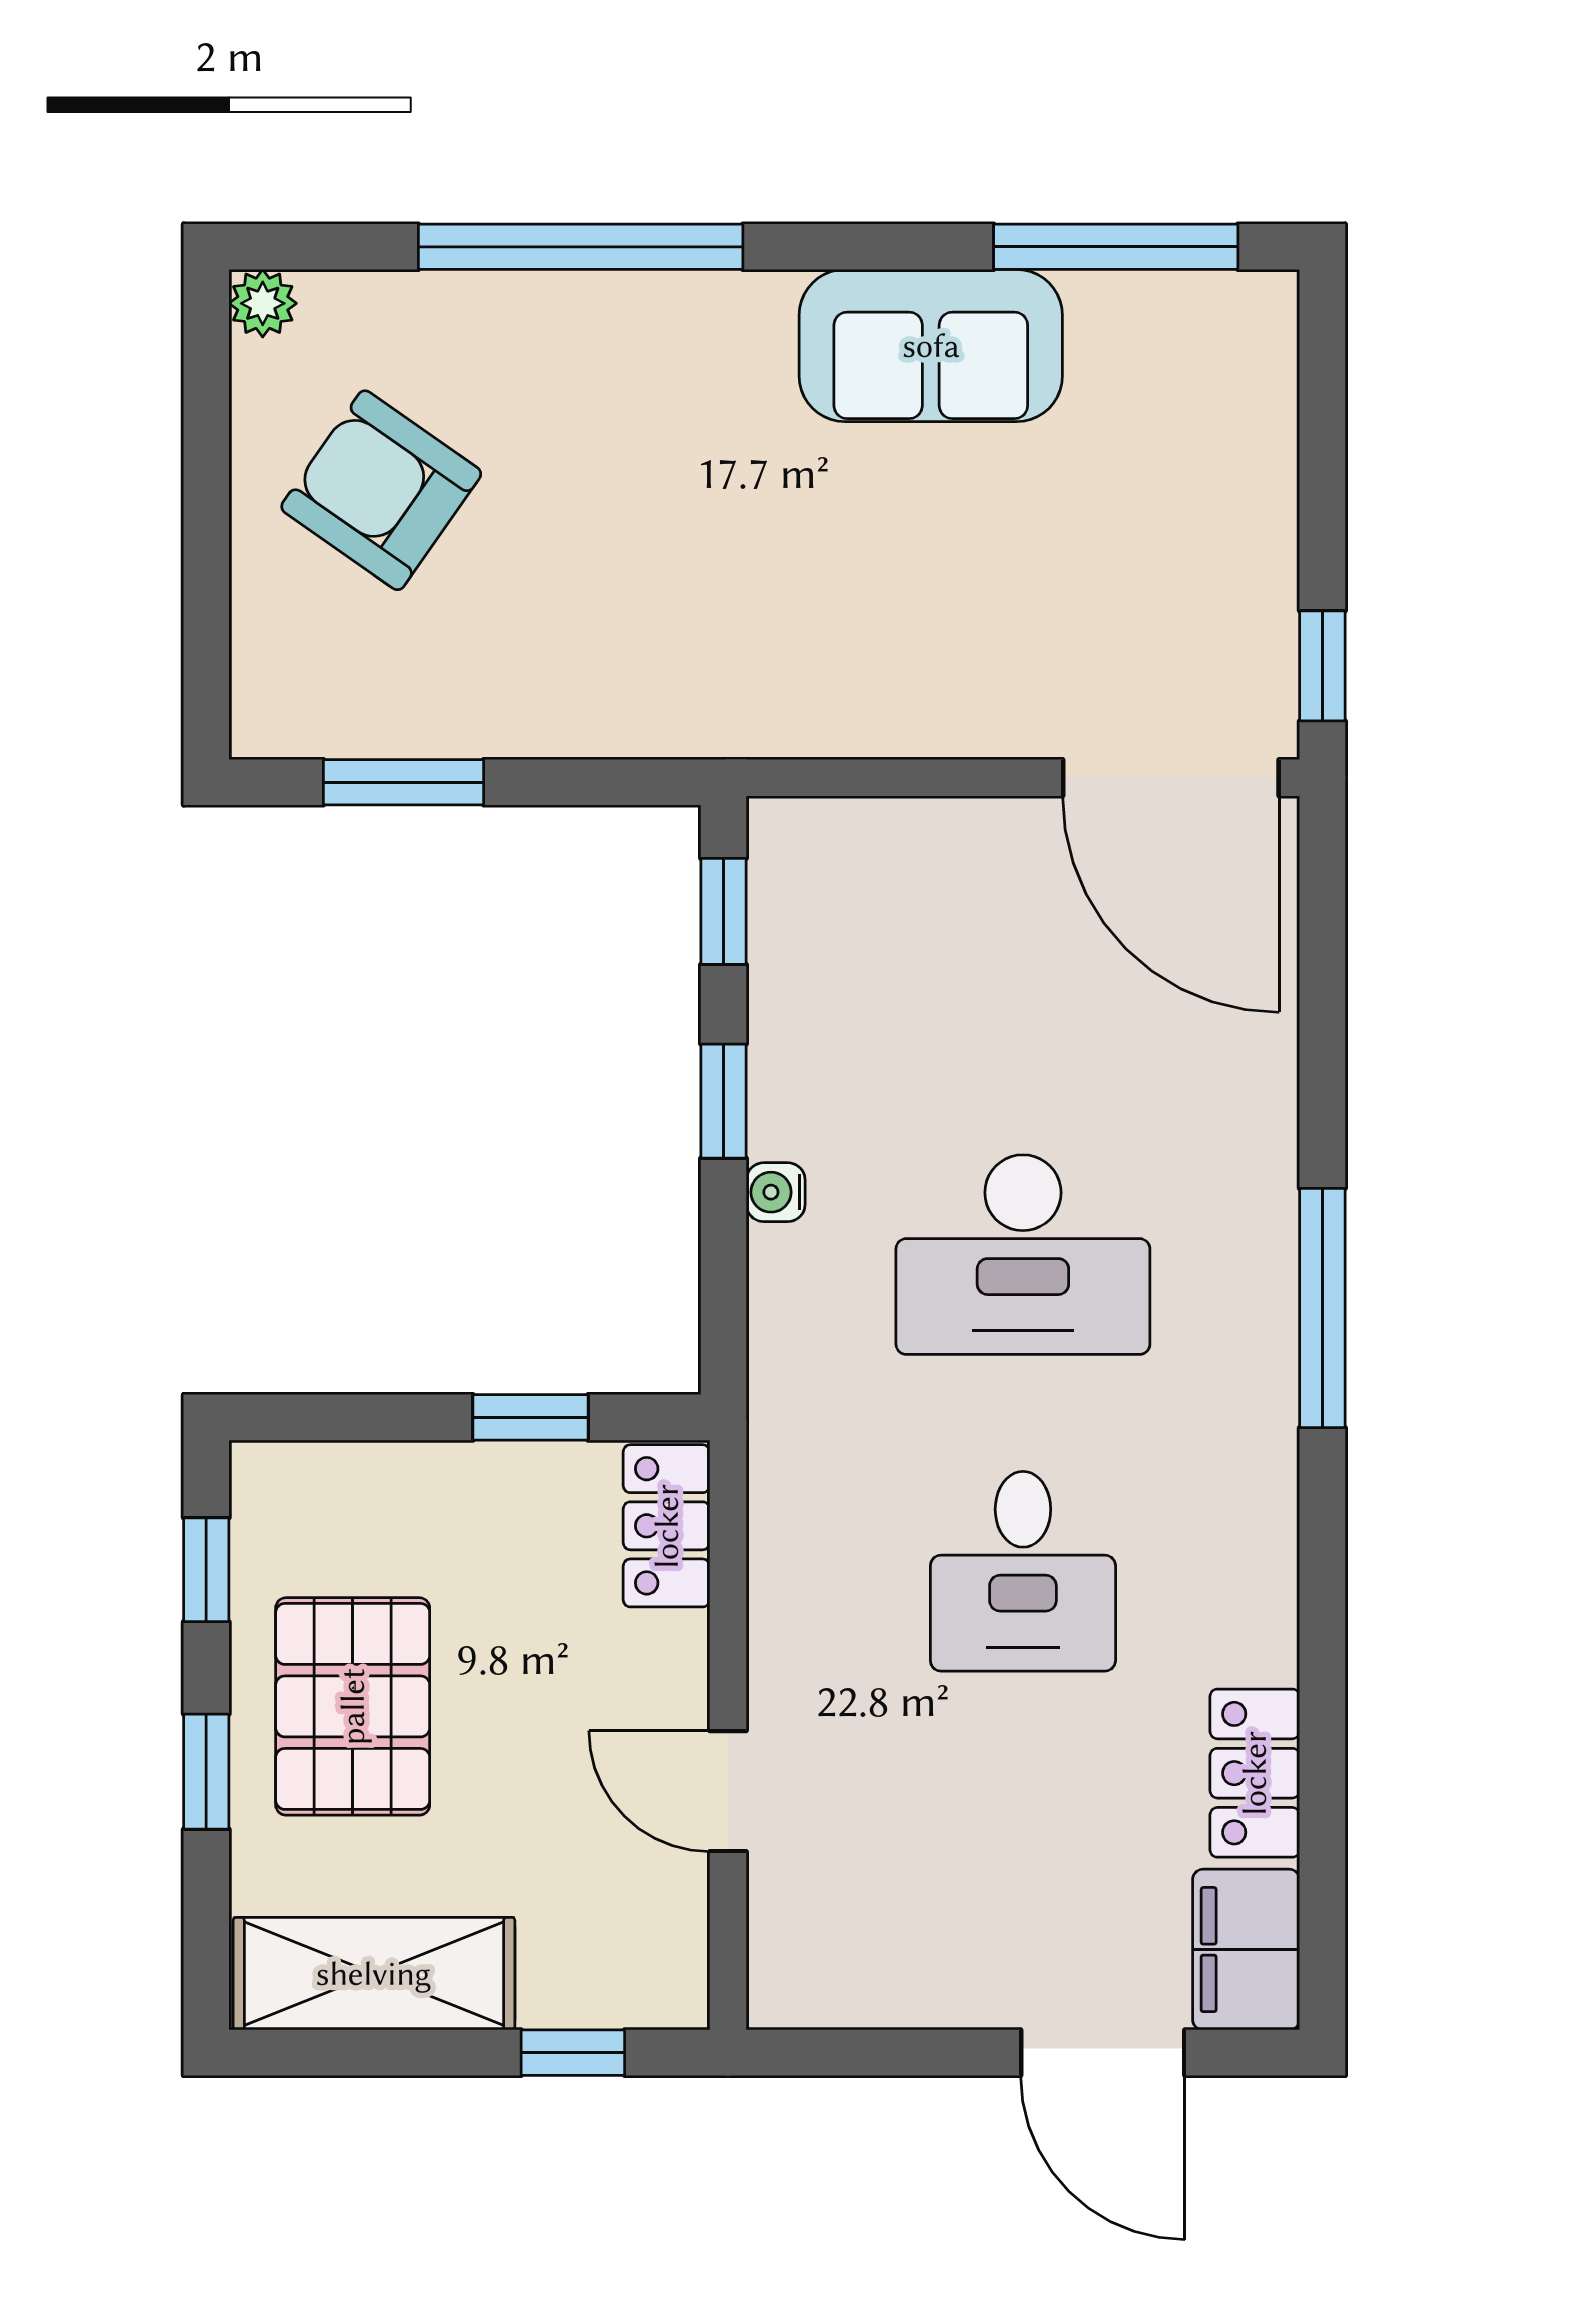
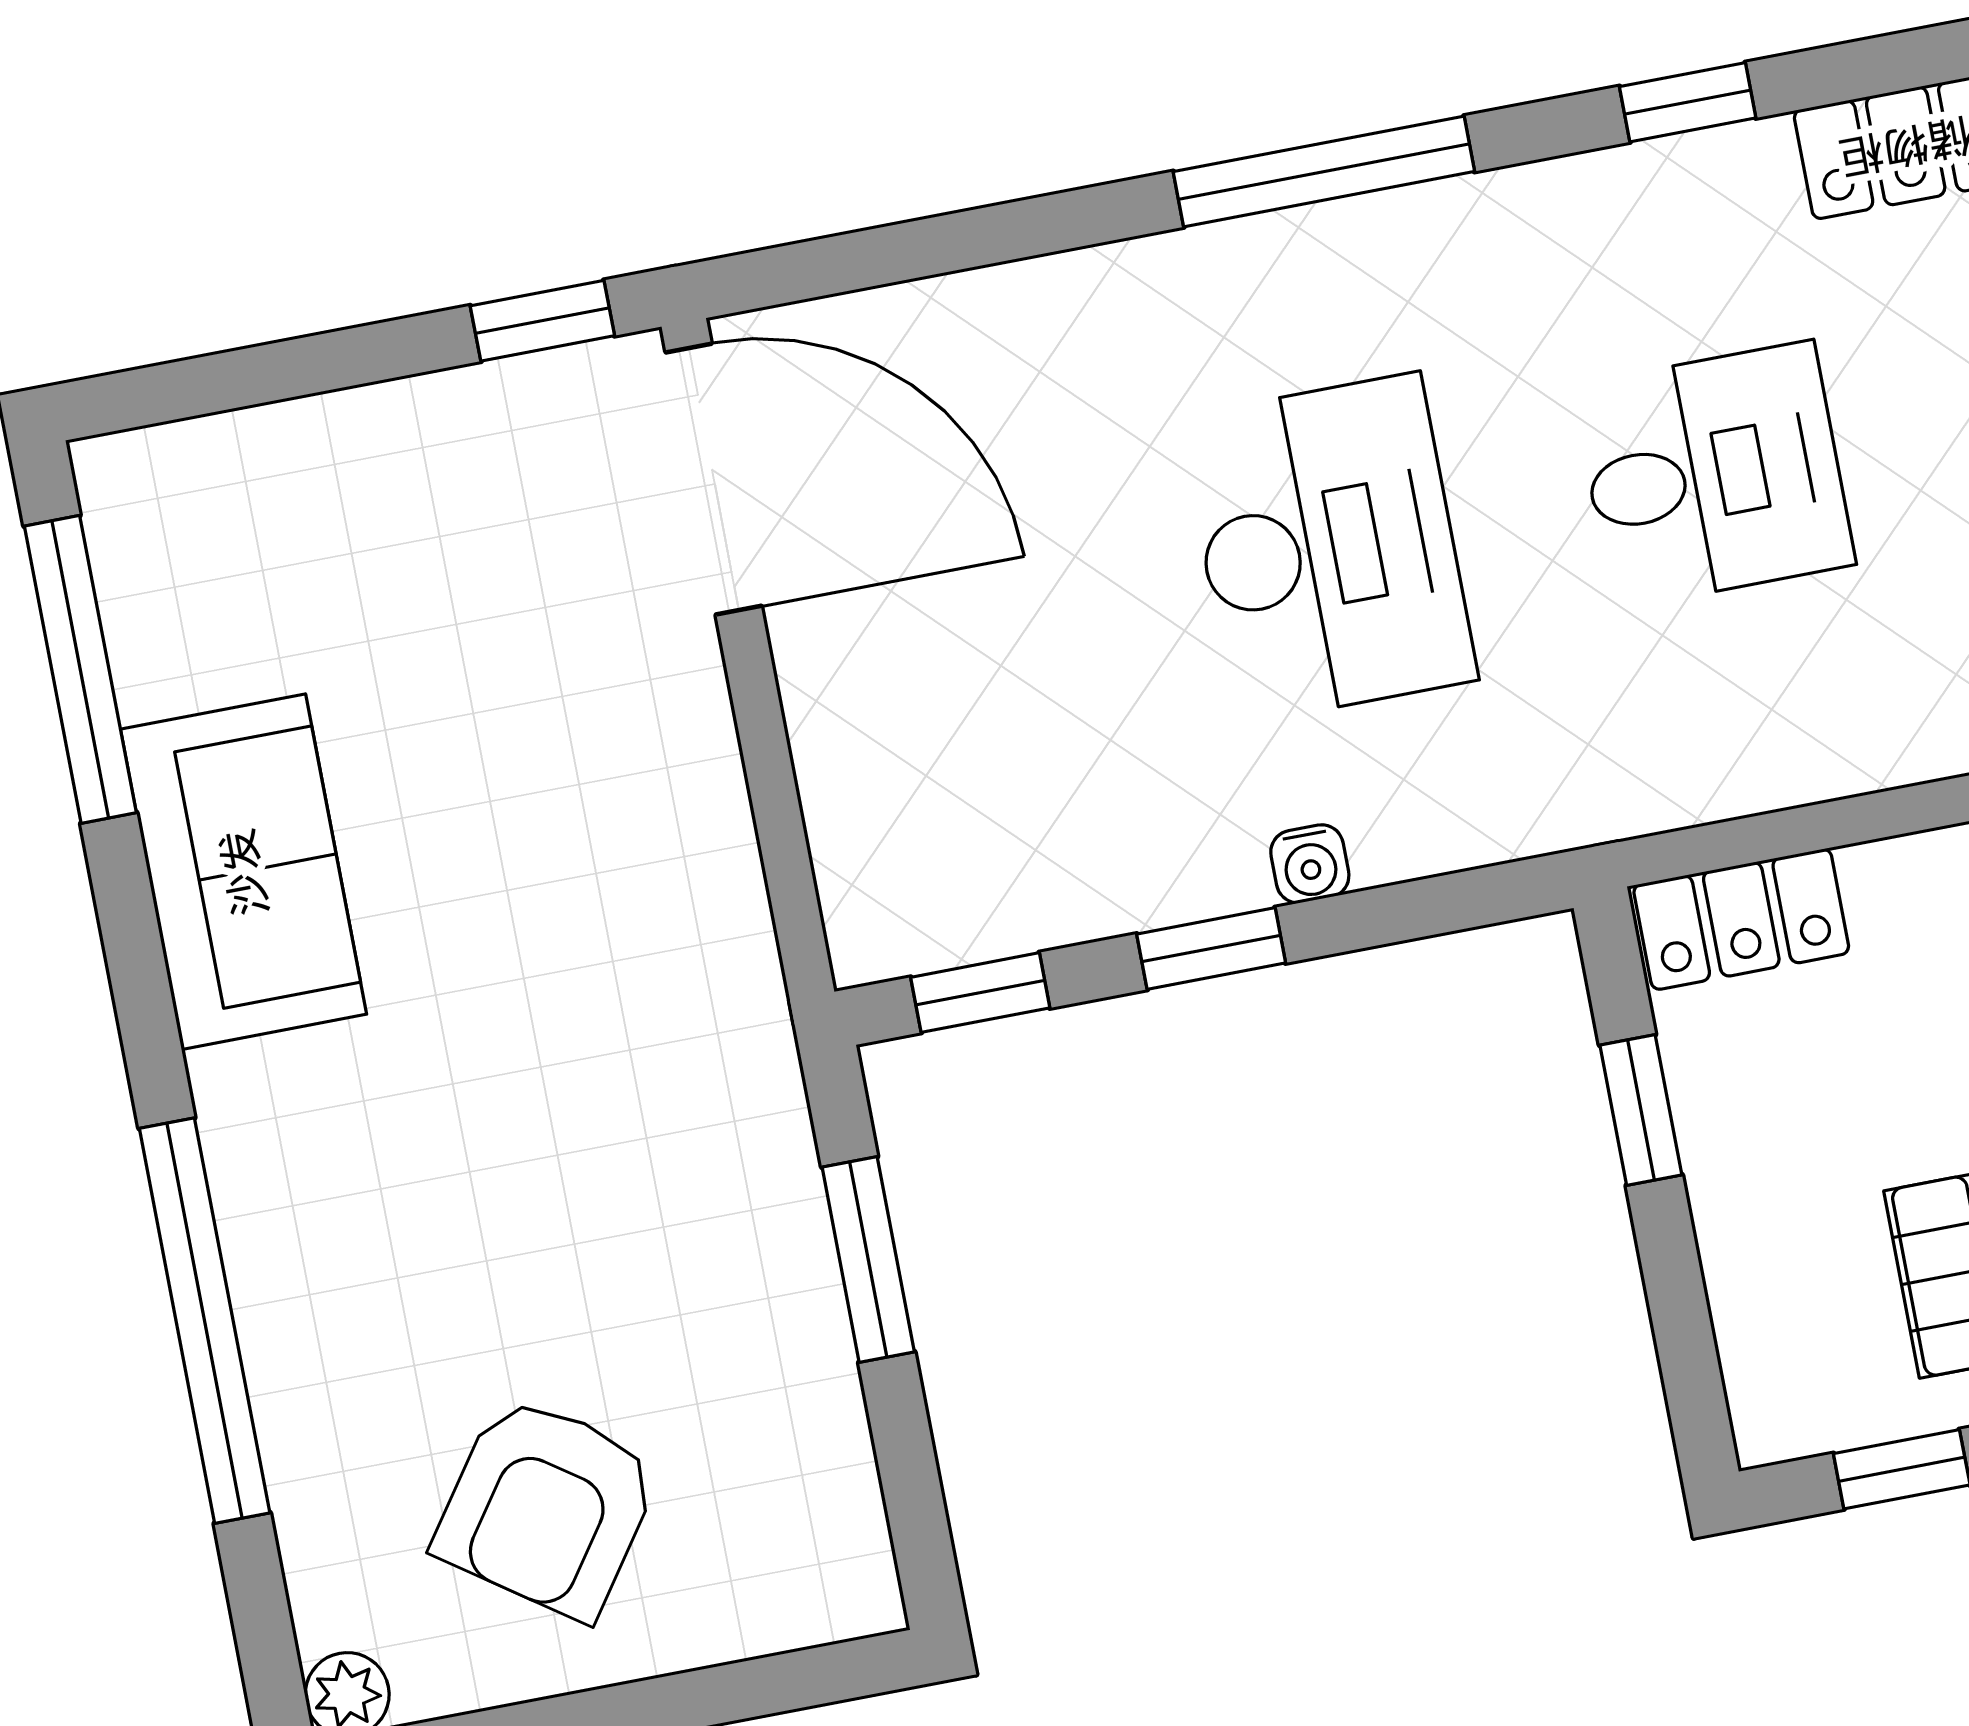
door: (1171, 778) -> (714, 479), hinge flipped
window: (404, 782) -> (868, 1259), moved
window: (1322, 1607) -> (1688, 102), added

